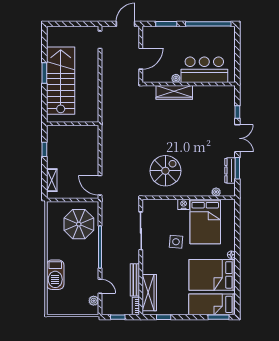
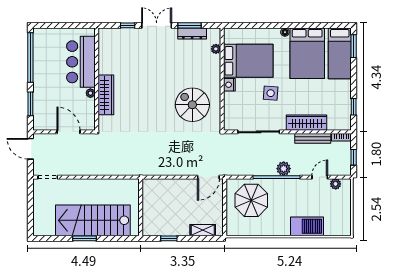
plant: (108, 253) -> (284, 169), added
wardrobe: (149, 293) -> (307, 123), moved

